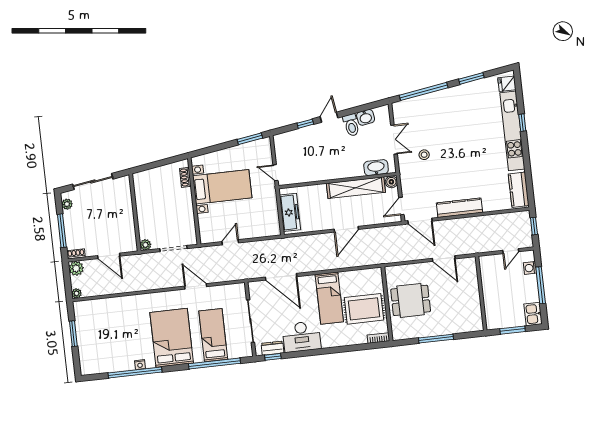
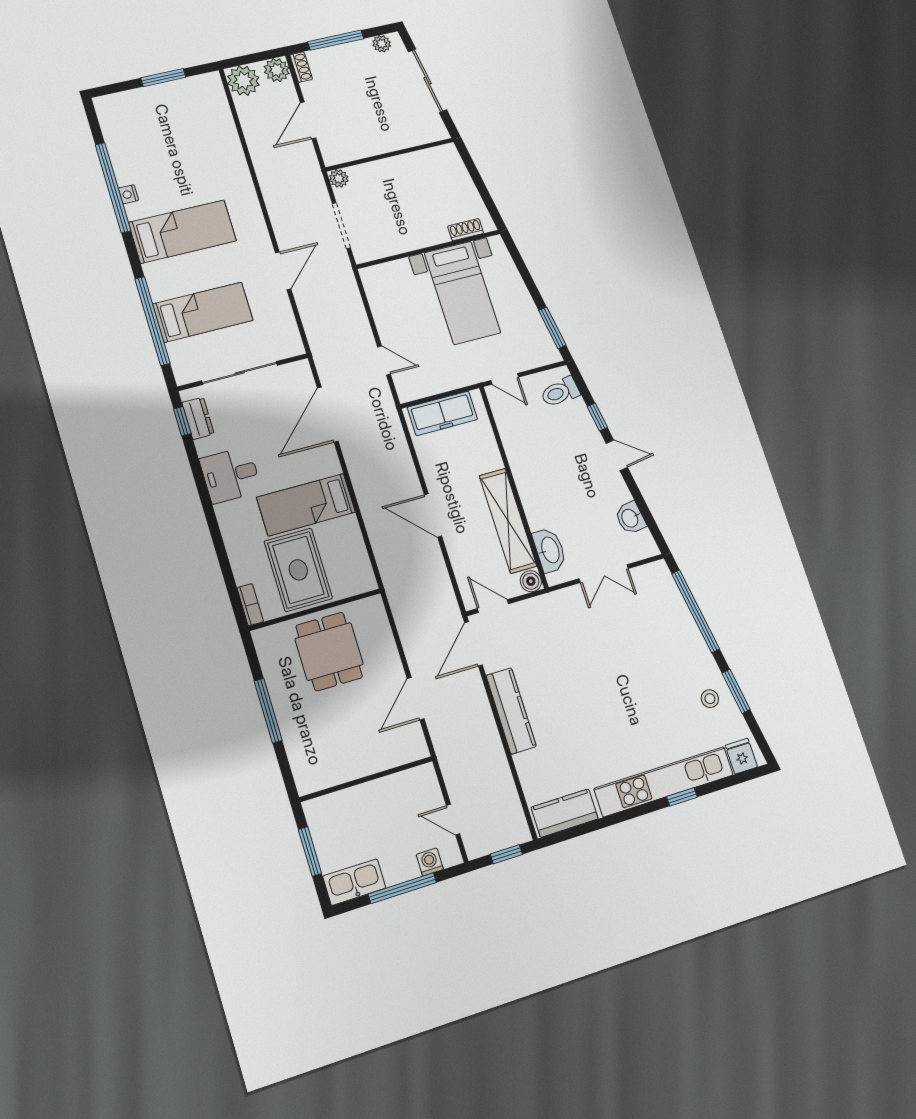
toilet: (351, 125) -> (560, 392), moved
stool: (424, 155) -> (710, 699), moved
door: (276, 173) -> (505, 379), swing flipped
door: (230, 242) -> (384, 361), moved
plant: (77, 293) -> (243, 81), width x1.88, depth x1.88
kitchen sink: (533, 314) -> (354, 882), width x1.38
desk: (302, 337) -> (231, 475), width x0.73
bed: (172, 338) -> (182, 232), width x0.67

